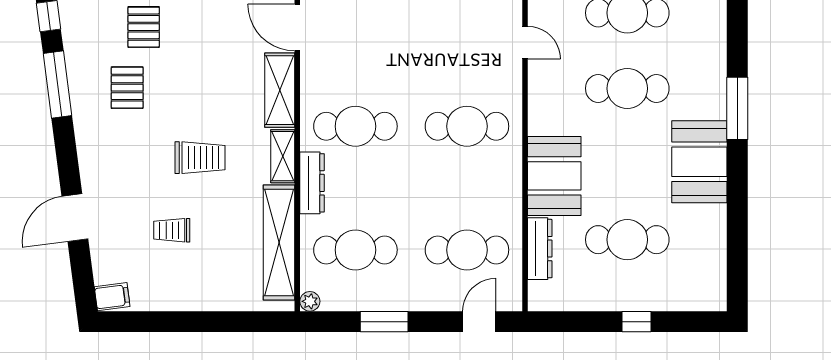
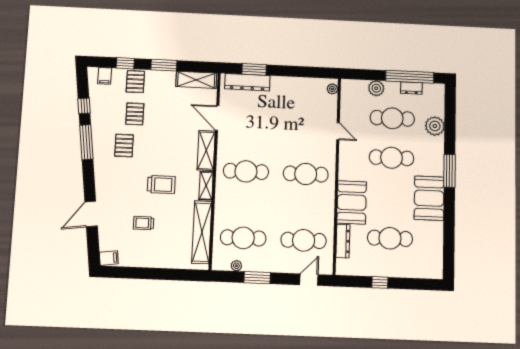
plant: (709, 24) -> (435, 126), added
dresser: (312, 183) -> (221, 201), removed
plant: (310, 301) -> (236, 266), moved
window: (637, 322) -> (380, 282), moved

